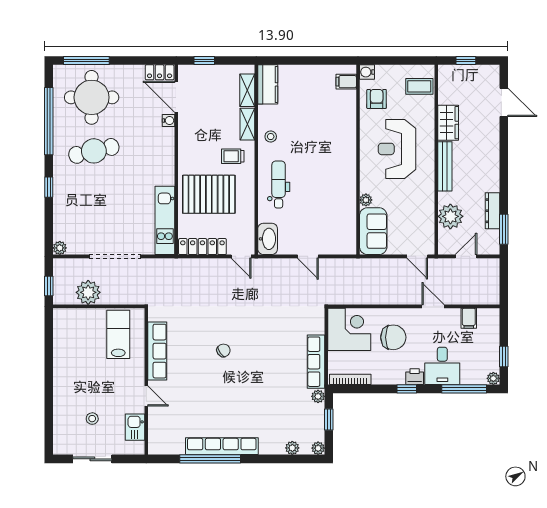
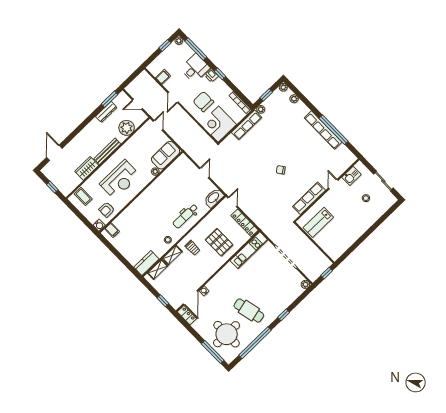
pallet: (209, 194) -> (219, 242), width x0.73, depth x0.71
plant: (88, 292) -> (313, 253), removed

